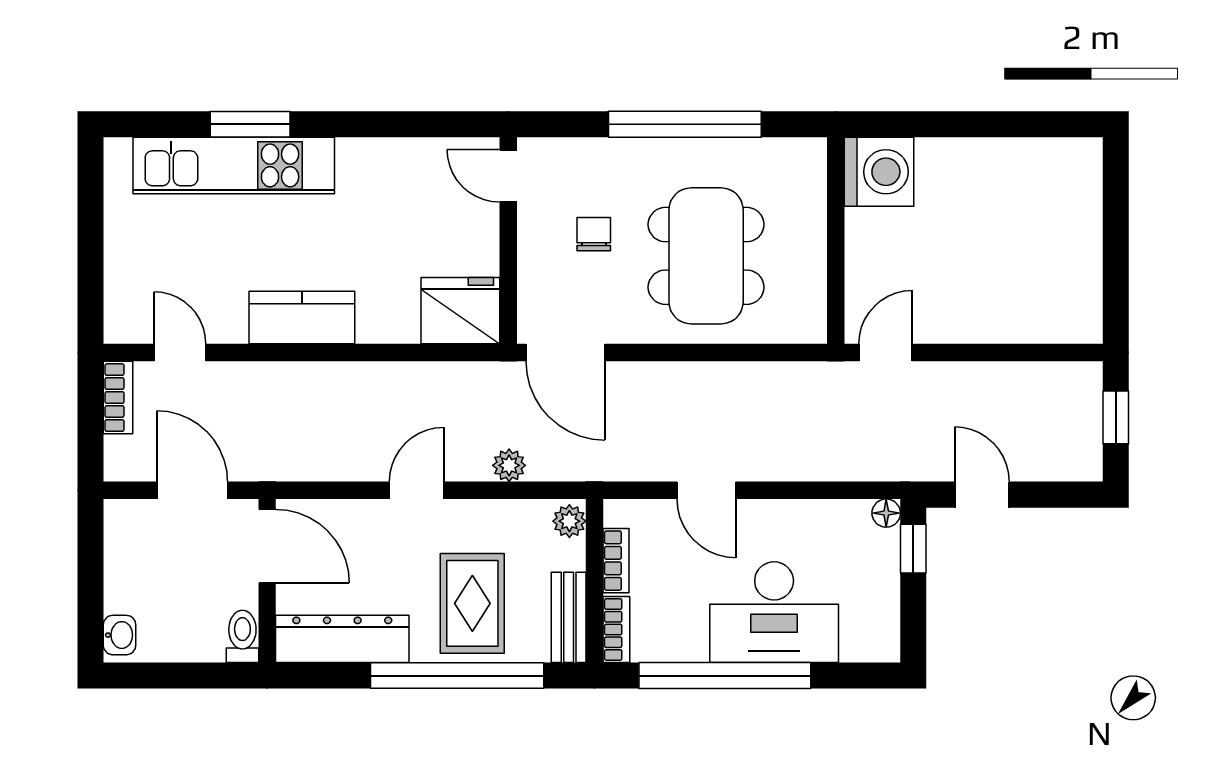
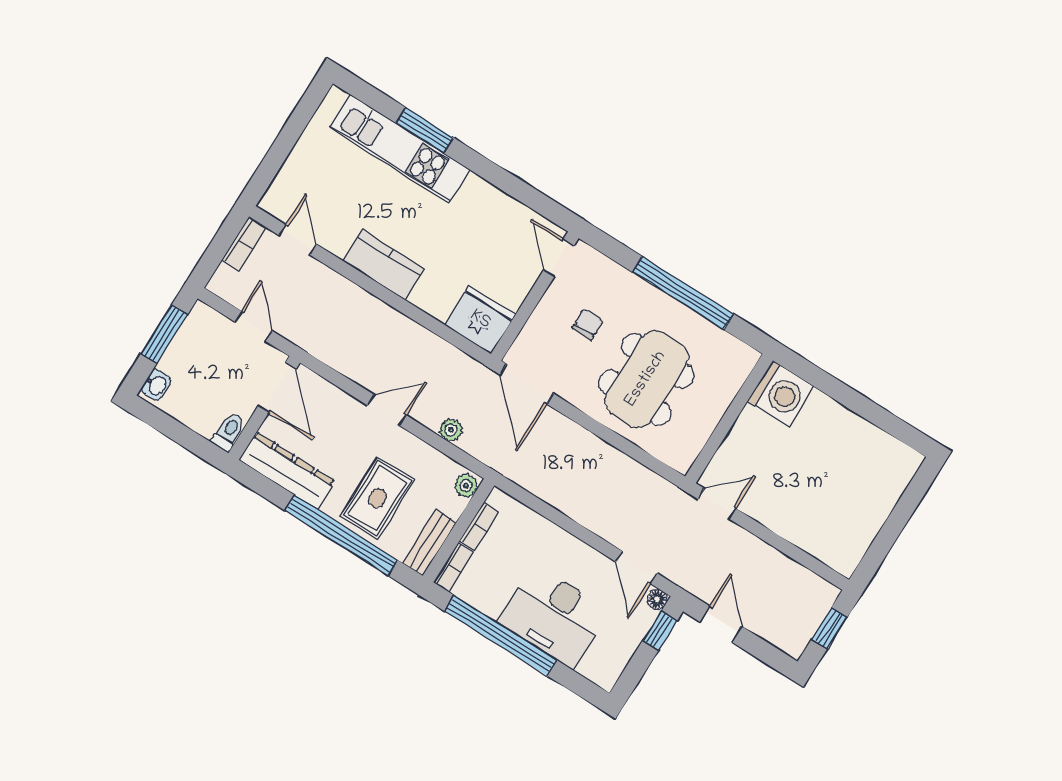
door: (192, 490) -> (253, 326), width x0.73
door: (706, 490) -> (636, 567), moved
window: (91, 568) -> (164, 334), added

